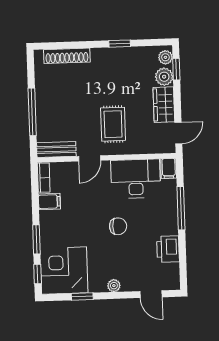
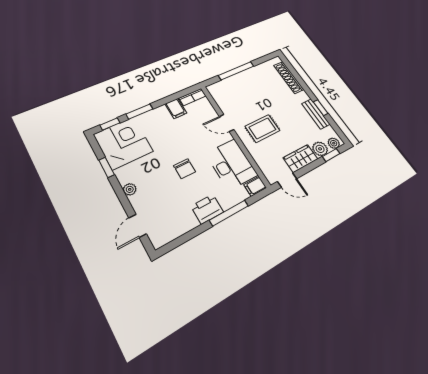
bench: (56, 150) -> (316, 114), moved
printer: (168, 249) -> (207, 209), moved

